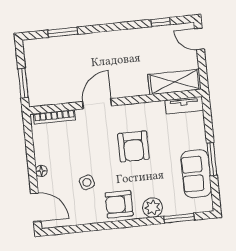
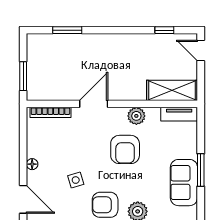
plant: (141, 111) -> (136, 116), added

